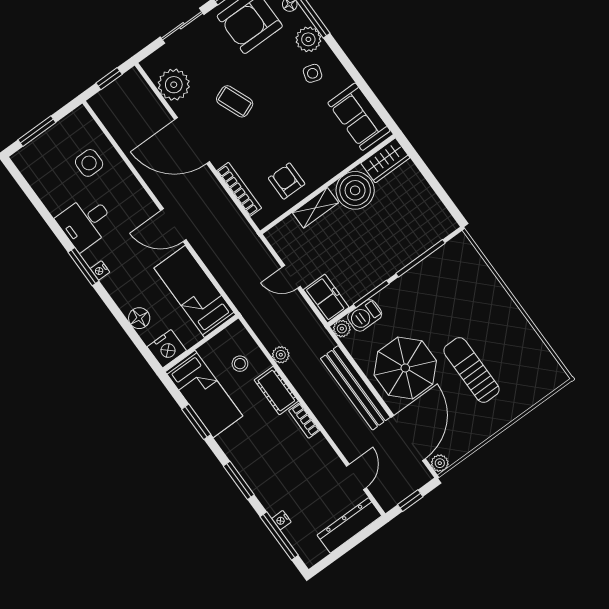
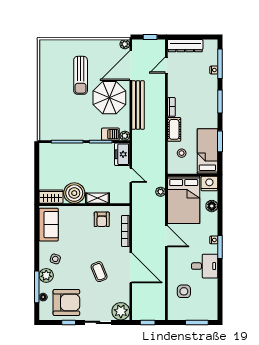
plant: (174, 85) -> (121, 311), moved
bed: (195, 291) -> (184, 200), width x1.50
plant: (281, 355) -> (161, 192), moved

